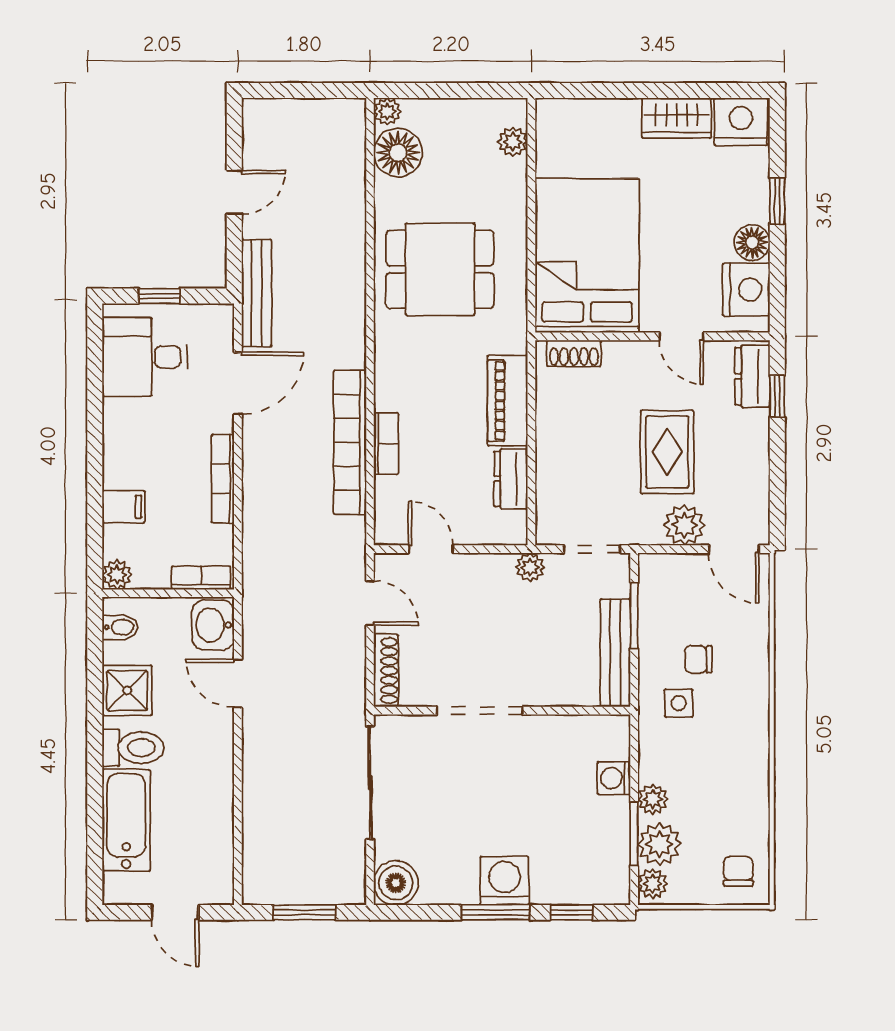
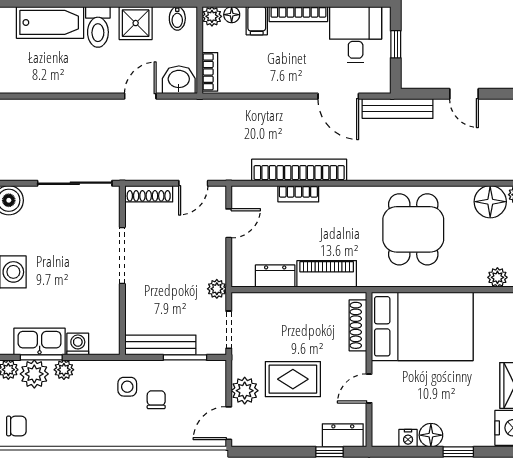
nightstand: (746, 290) -> (408, 438), width x0.53, depth x0.56
shoe rack: (574, 353) -> (358, 325), width x1.43
bookcase: (223, 479) -> (298, 14), moved, turned 180
floor lamp: (114, 545) -> (232, 15), added
kitchen sink: (610, 836) -> (40, 341), added

